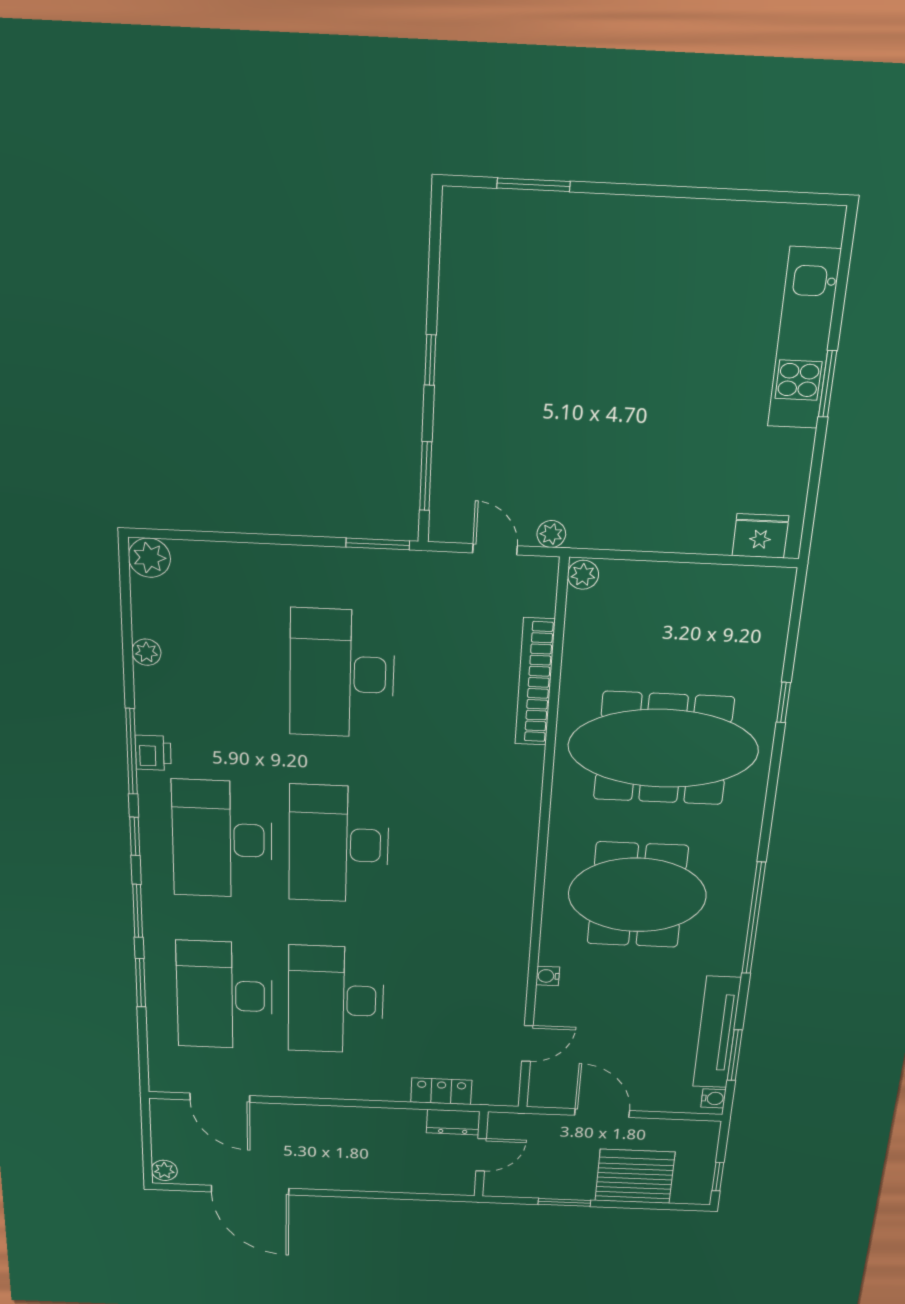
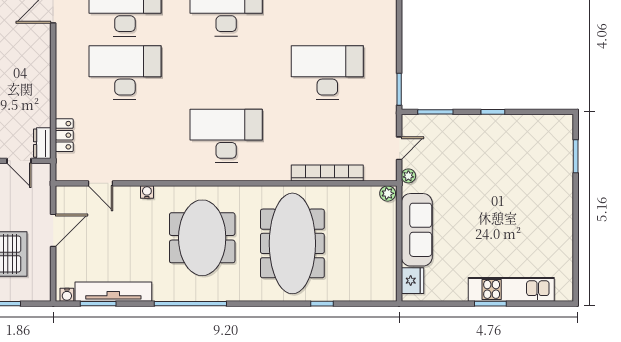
sofa: (660, 523) -> (417, 230), added
desk: (339, 844) -> (226, 136), moved

